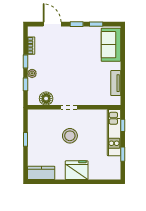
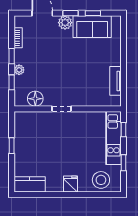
plant: (72, 32) -> (65, 23), added
sofa: (111, 45) -> (92, 27), moved, turned -90
stool: (70, 136) -> (101, 180), moved
fridge: (77, 170) -> (70, 184), width x0.53, depth x0.75

